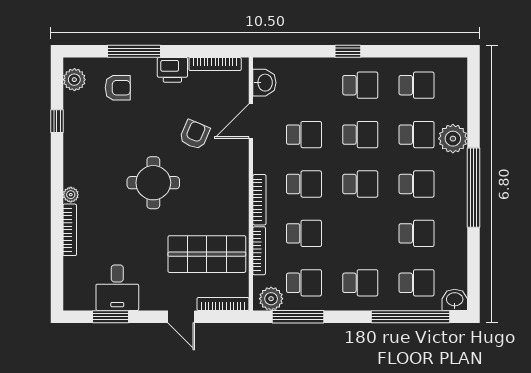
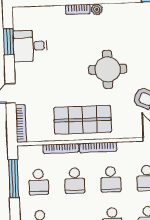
bookcase: (70, 230) -> (78, 9), width x0.64
shop shelf: (207, 254) -> (83, 120), moved, turned 90
plant: (271, 299) -> (26, 158), removed

